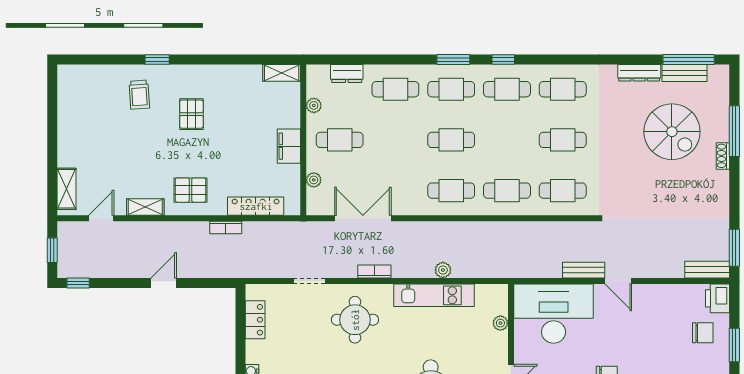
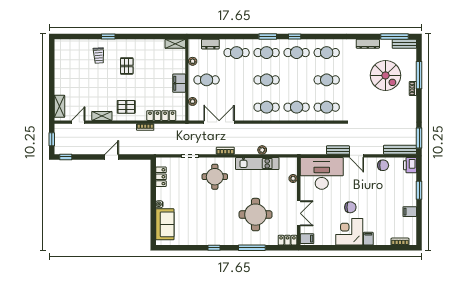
bench: (685, 73) -> (404, 44), moved
bench: (707, 270) -> (400, 150), width x1.36
chair: (703, 333) -> (383, 165), moved

